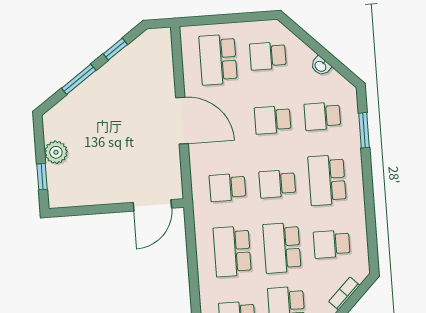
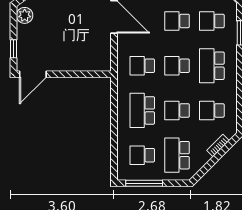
plant: (56, 152) -> (25, 15), moved
door: (152, 205) -> (33, 74), moved
school desk: (282, 248) -> (177, 110), width x0.54

